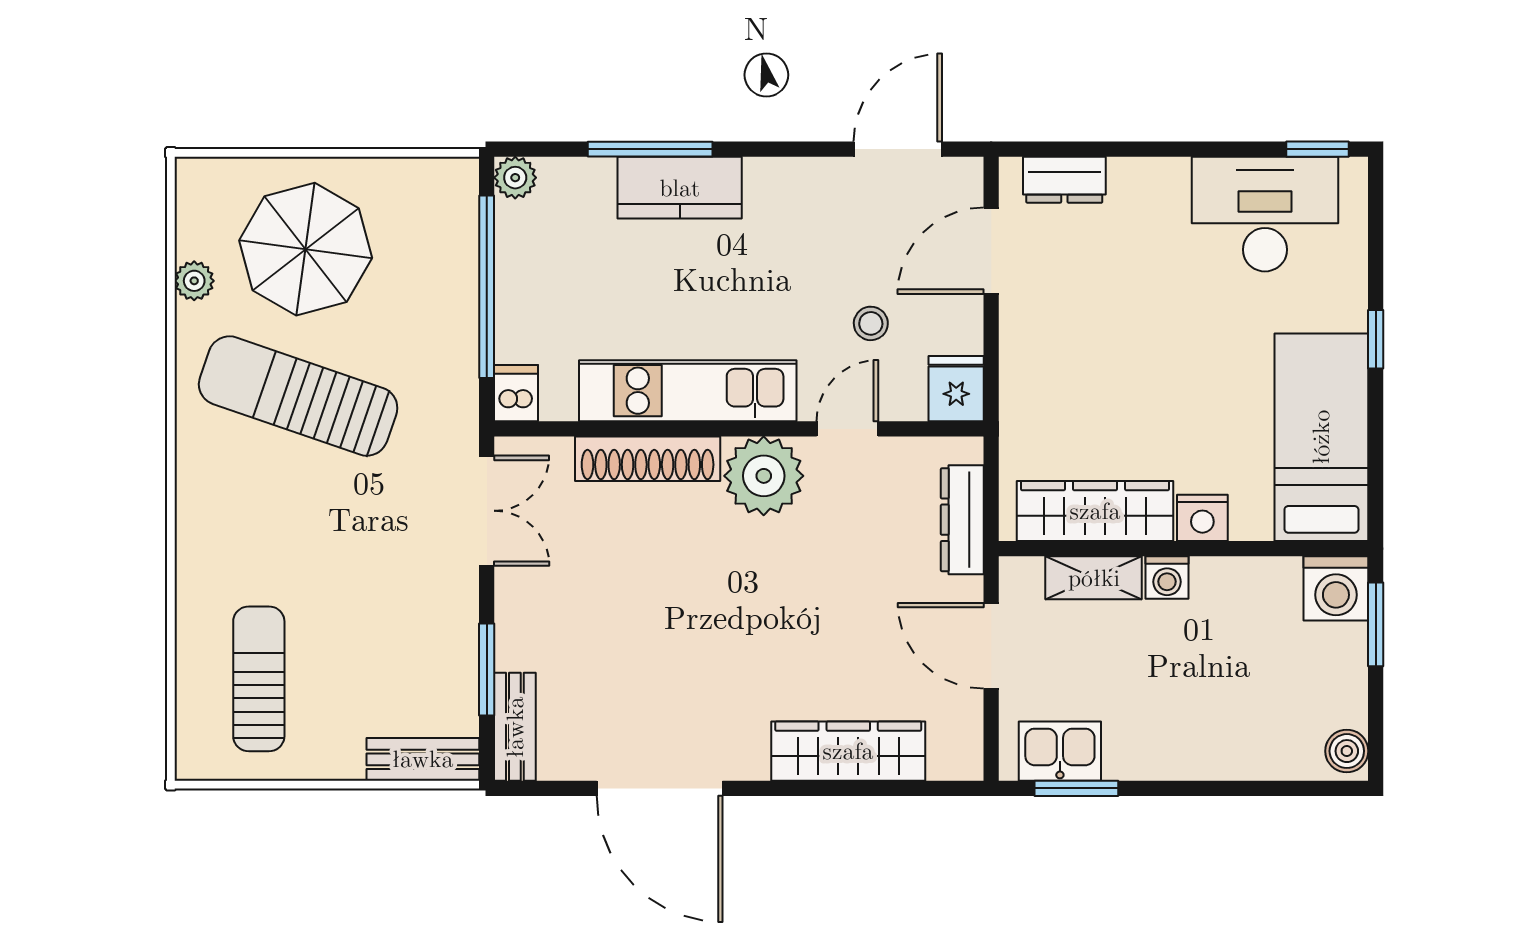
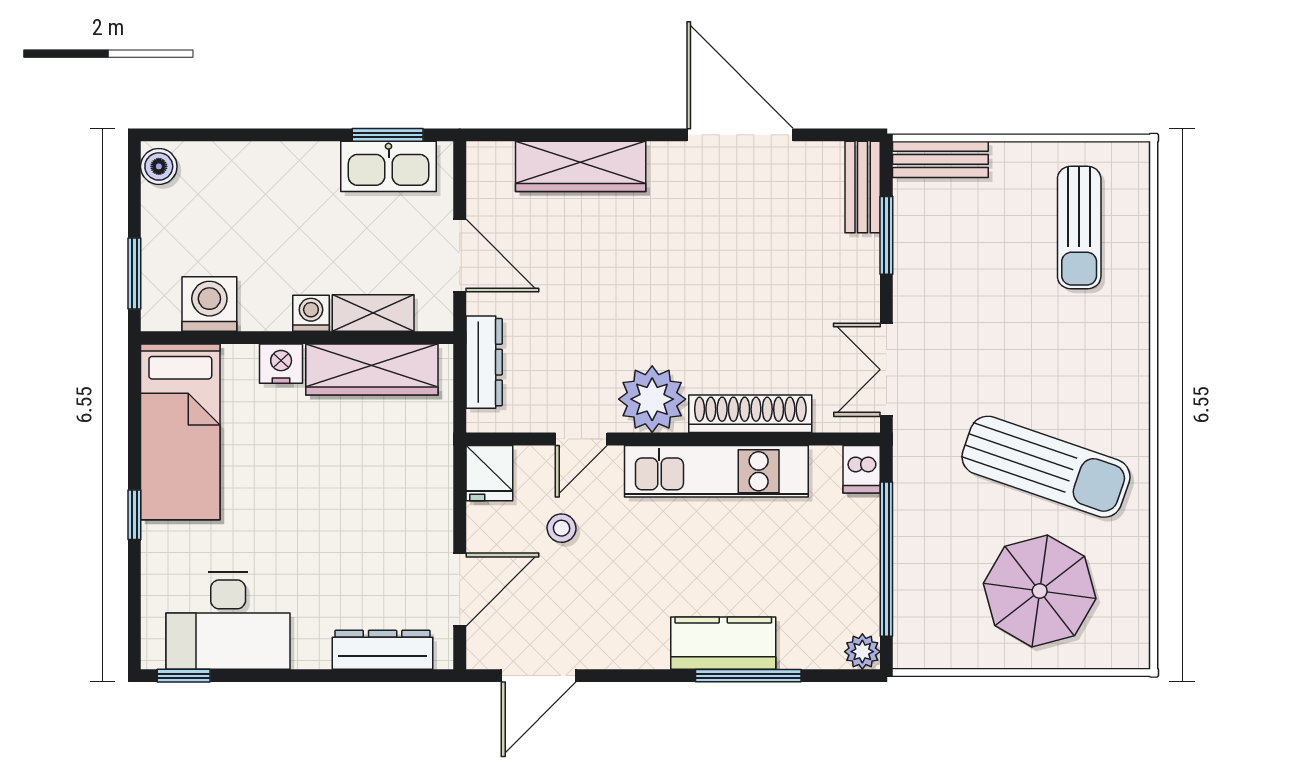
dresser: (1064, 180) -> (383, 650), width x1.44
plant: (194, 281) -> (1134, 564), removed
washing machine: (1336, 588) -> (209, 304), moved
kitchen sink: (1060, 751) -> (389, 166), width x1.38

